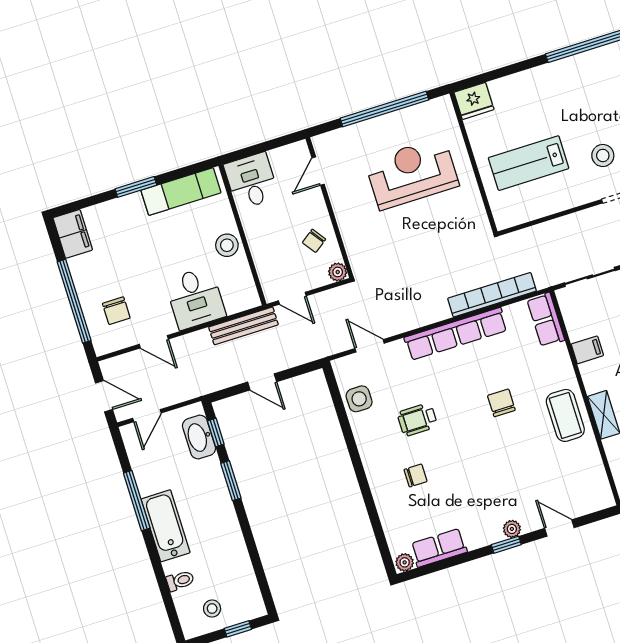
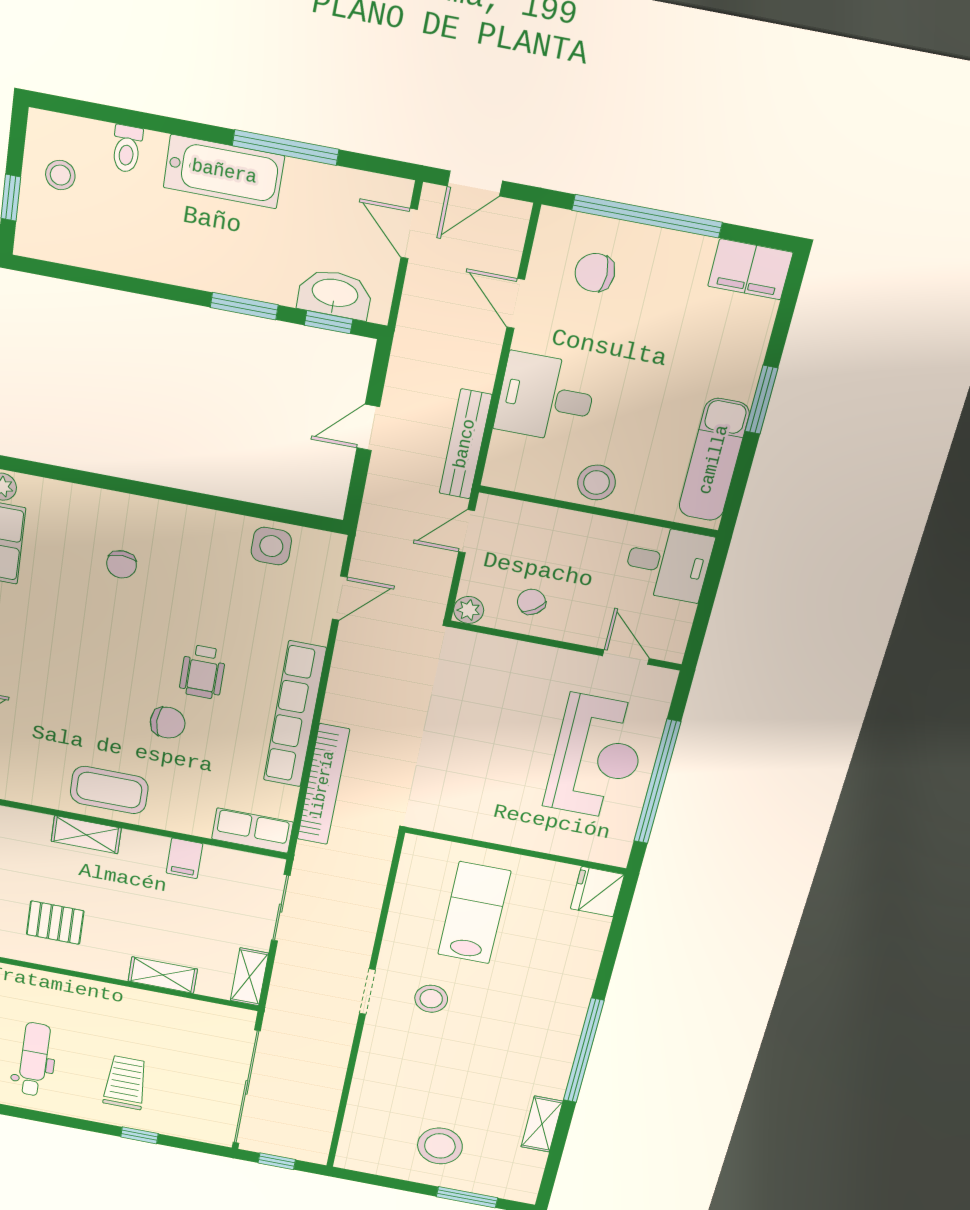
reception desk: (412, 173) -> (597, 757), moved
door: (154, 342) -> (516, 303), hinge flipped
wheelchair: (417, 420) -> (203, 672), moved, turned 180

